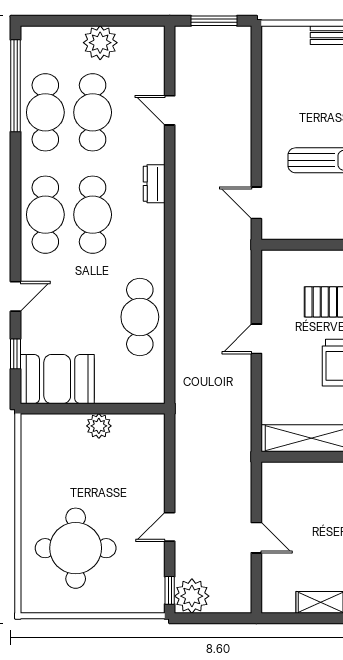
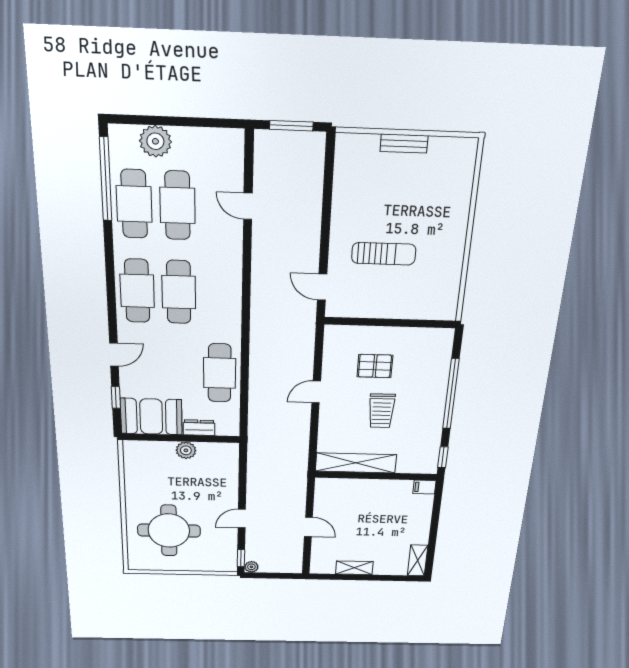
plant: (100, 43) -> (155, 141), moved
dresser: (154, 184) -> (199, 428), moved, turned 90
plant: (192, 596) -> (251, 567), width x0.53, depth x0.53

